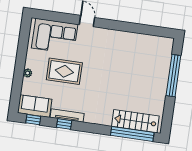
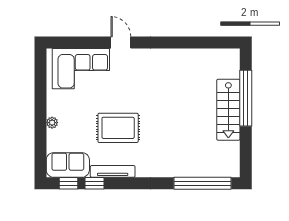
rug: (64, 71) -> (118, 128), moved
stairs: (135, 121) -> (228, 110), moved, turned -90
window: (64, 124) -> (94, 183), moved

